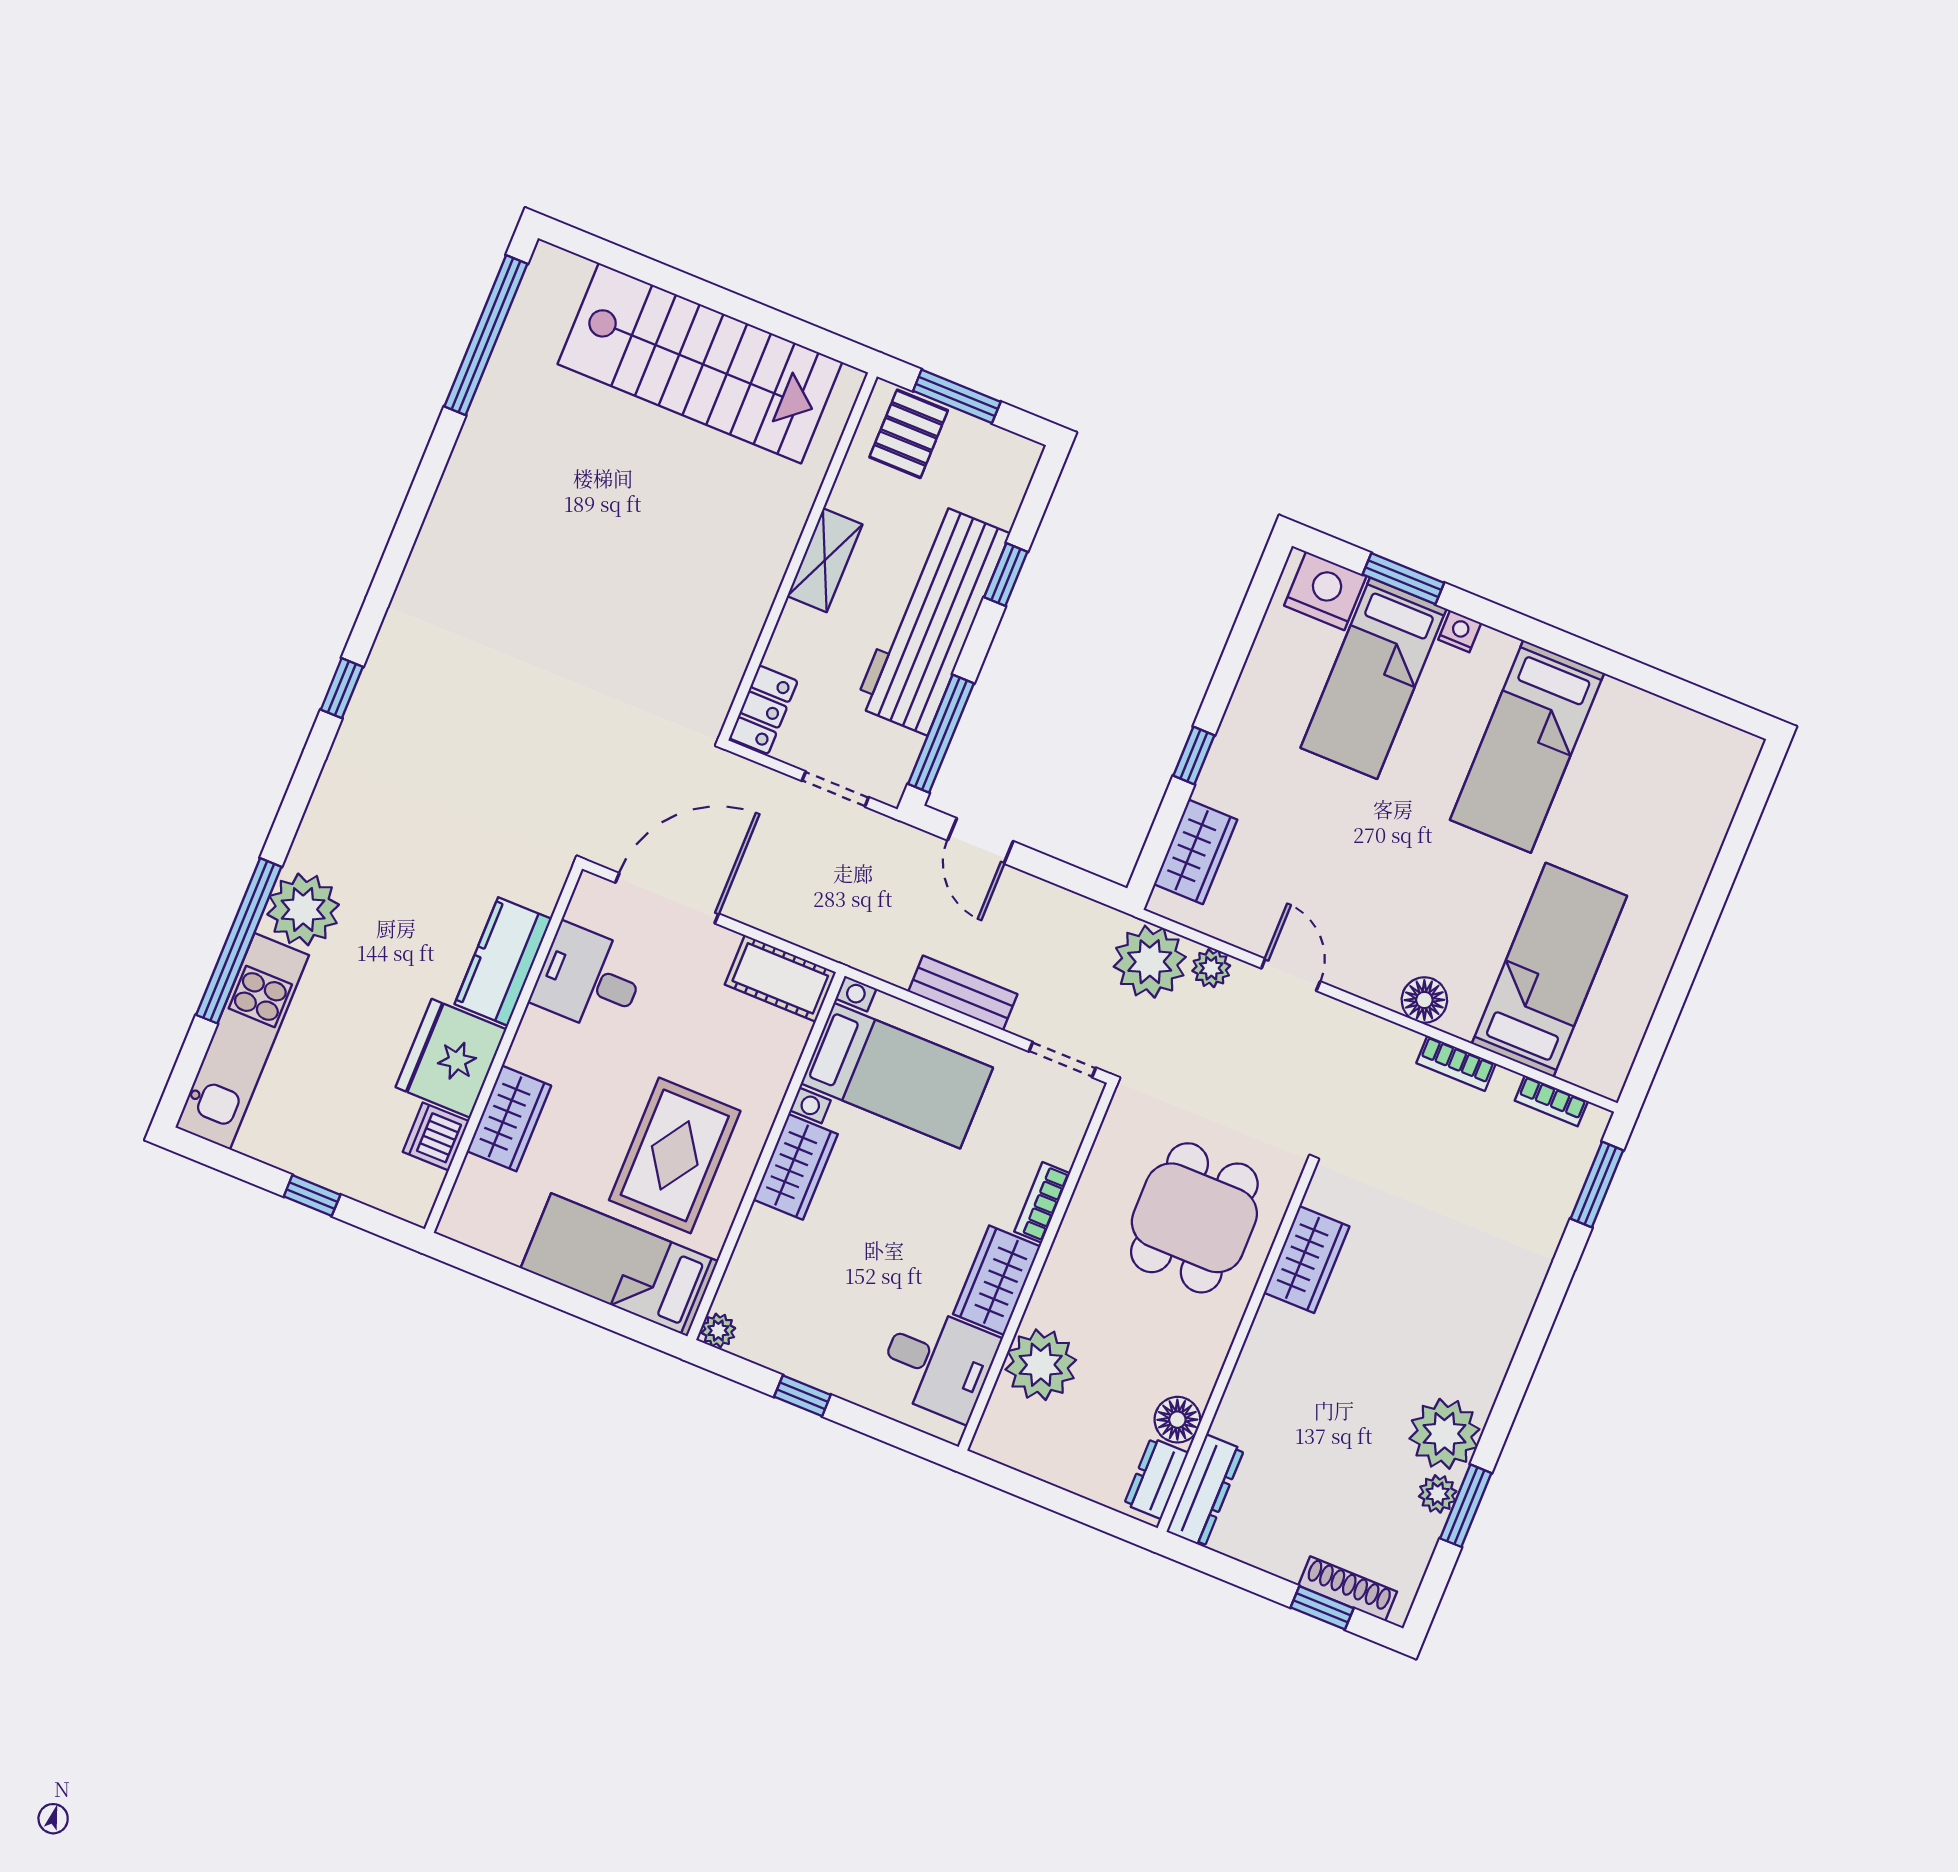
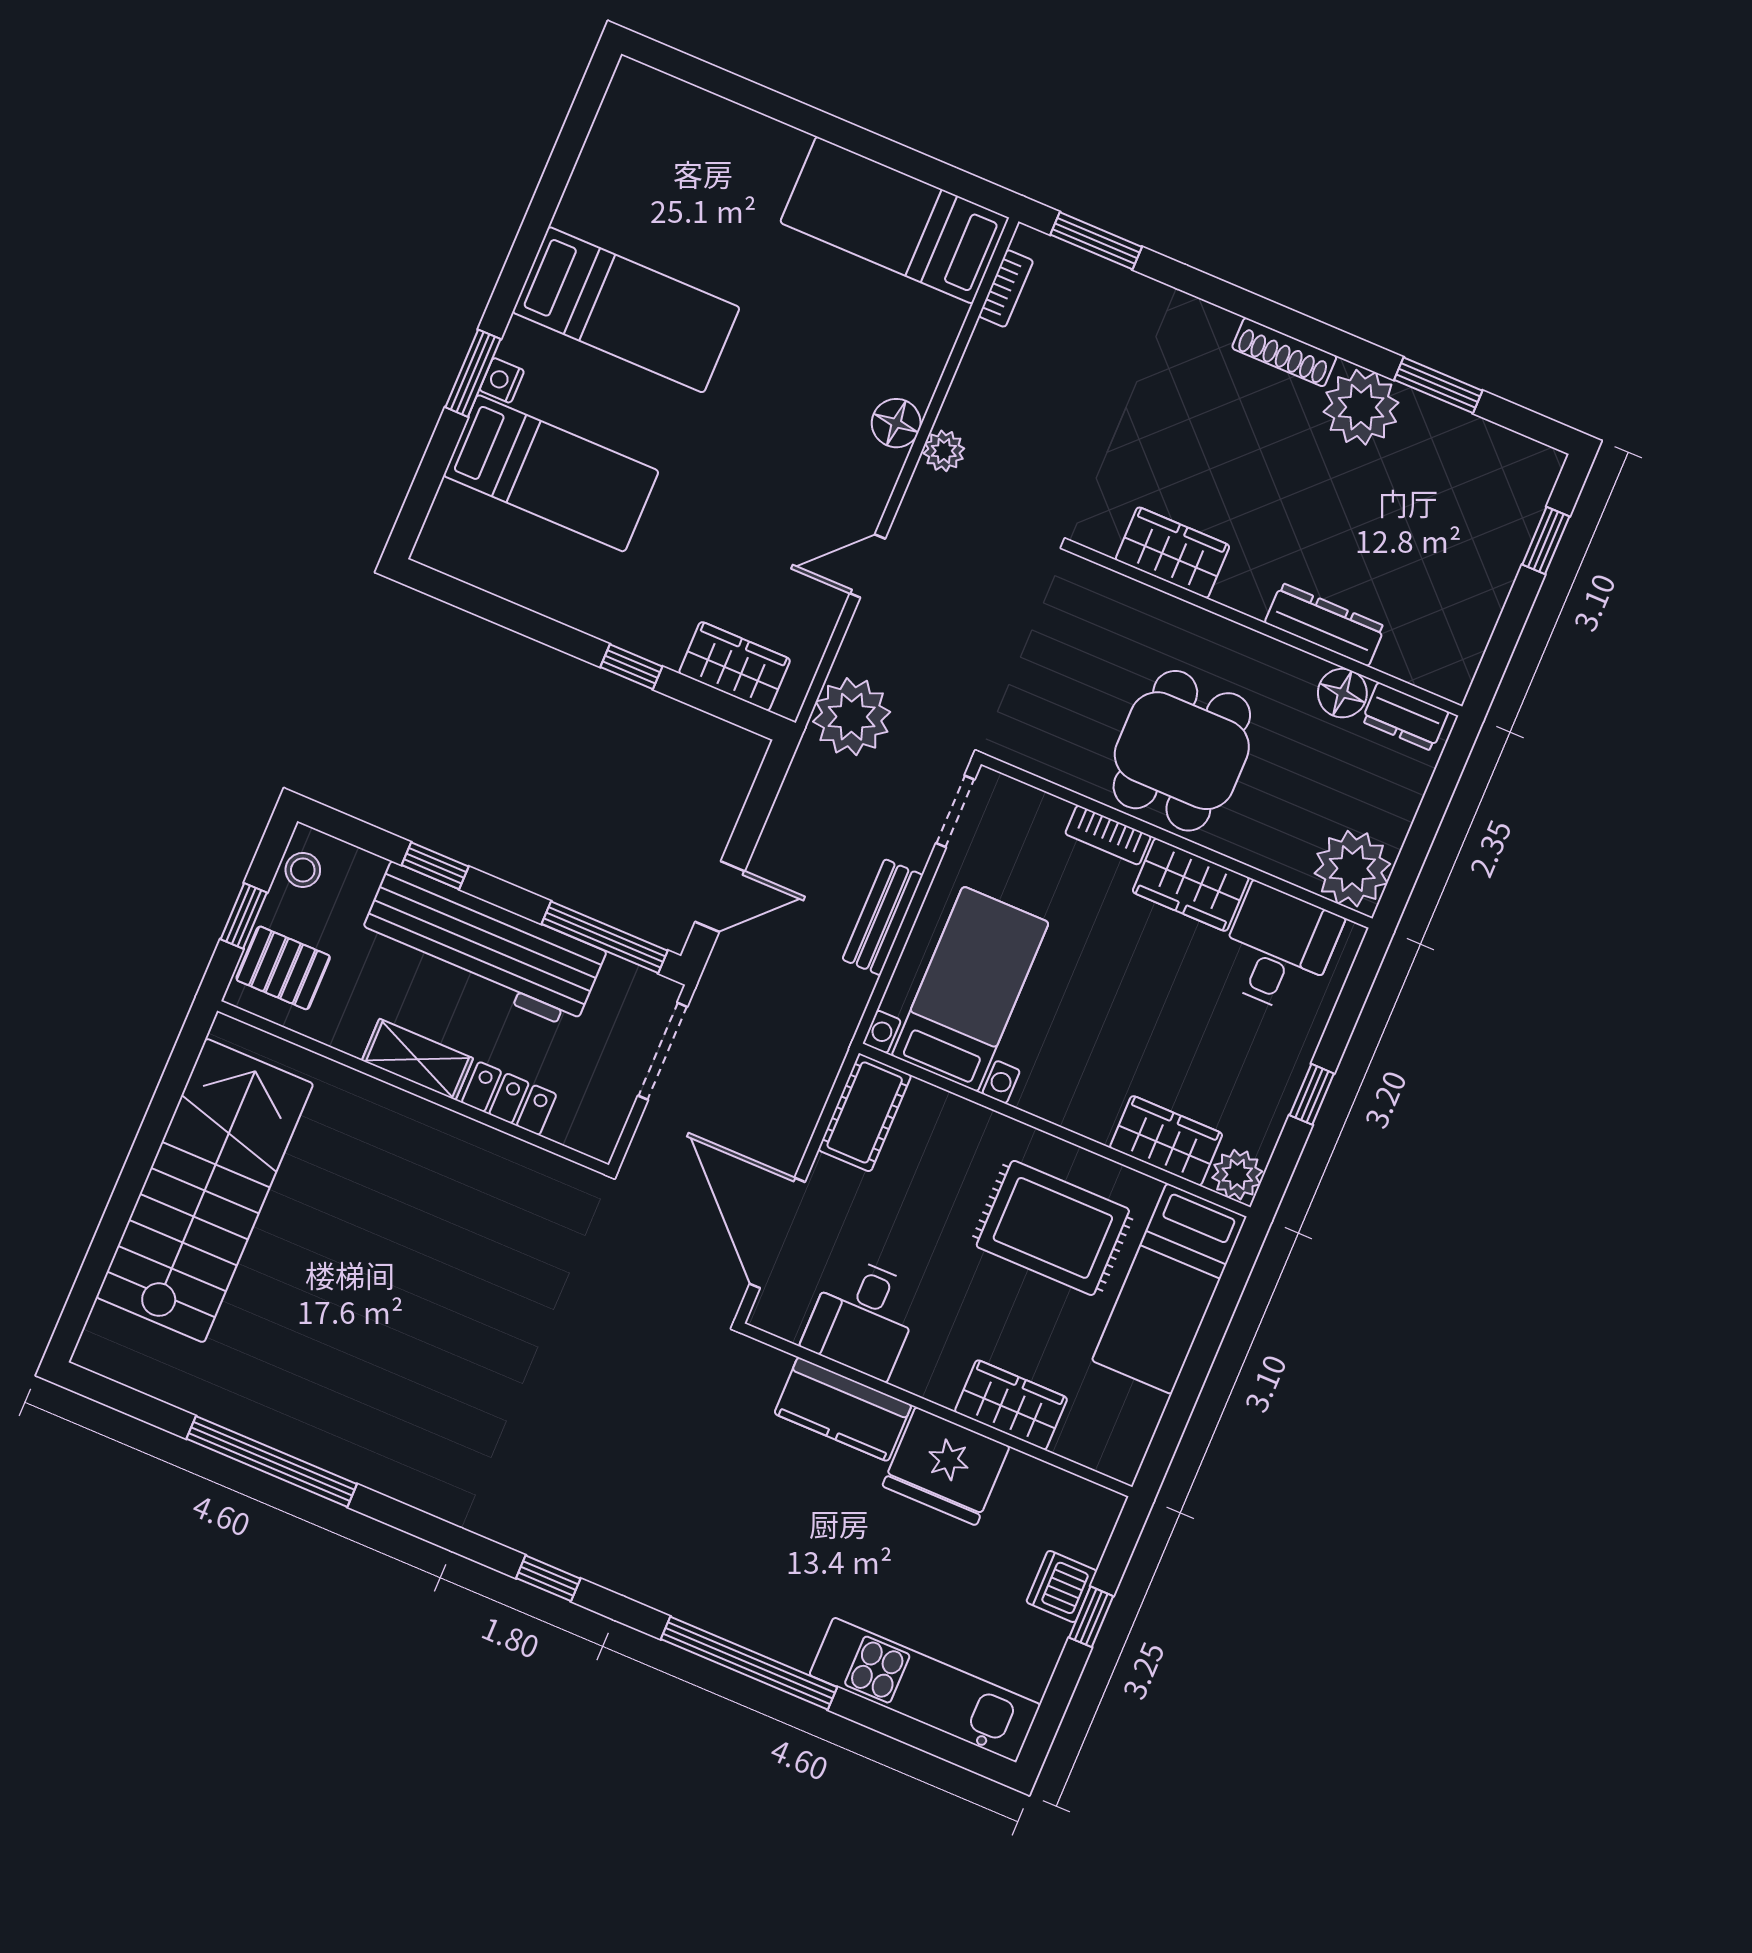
window: (486, 335) -> (272, 1461), moved
window: (957, 396) -> (244, 916), width x0.67
stool: (1000, 451) -> (303, 870), added
window: (1403, 579) -> (473, 373), moved
nightstand: (1325, 591) -> (457, 524), removed
locker: (763, 710) -> (509, 1098), moved
doorway: (835, 789) -> (663, 1051), width x1.38
plant: (303, 909) -> (785, 1623), removed
window: (239, 941) -> (749, 1663), moved
plant: (1211, 968) -> (944, 451), moved
bed: (1549, 970) -> (895, 220), moved
bookcase: (1456, 1063) -> (964, 390), removed
dishwasher: (436, 1136) -> (1062, 1587), moved, turned 90
wardrobe: (796, 1167) -> (1166, 1141), moved
dining table: (1194, 1218) -> (1182, 751), moved, turned 90
plant: (718, 1331) -> (1237, 1175), width x1.38, depth x1.38
plant: (1041, 1365) -> (1352, 869), moved
dresser: (1205, 1491) -> (1325, 625), moved
plant: (1438, 1494) -> (1425, 415), removed
shoe rack: (1348, 1589) -> (1284, 352), moved, turned -90

